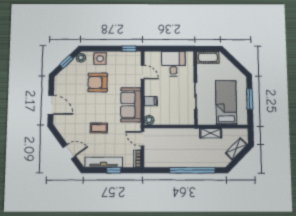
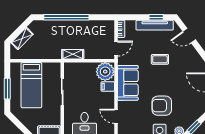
armchair: (98, 82) -> (162, 106), turned 180
plant: (149, 120) -> (105, 72), width x1.88, depth x1.88
shelving: (211, 133) -> (73, 54), moved
door: (143, 139) -> (116, 49), hinge flipped
window: (114, 170) -> (156, 17), moved

